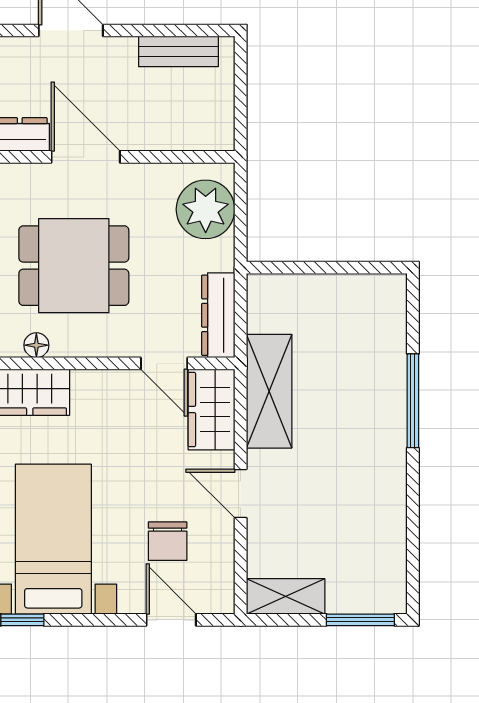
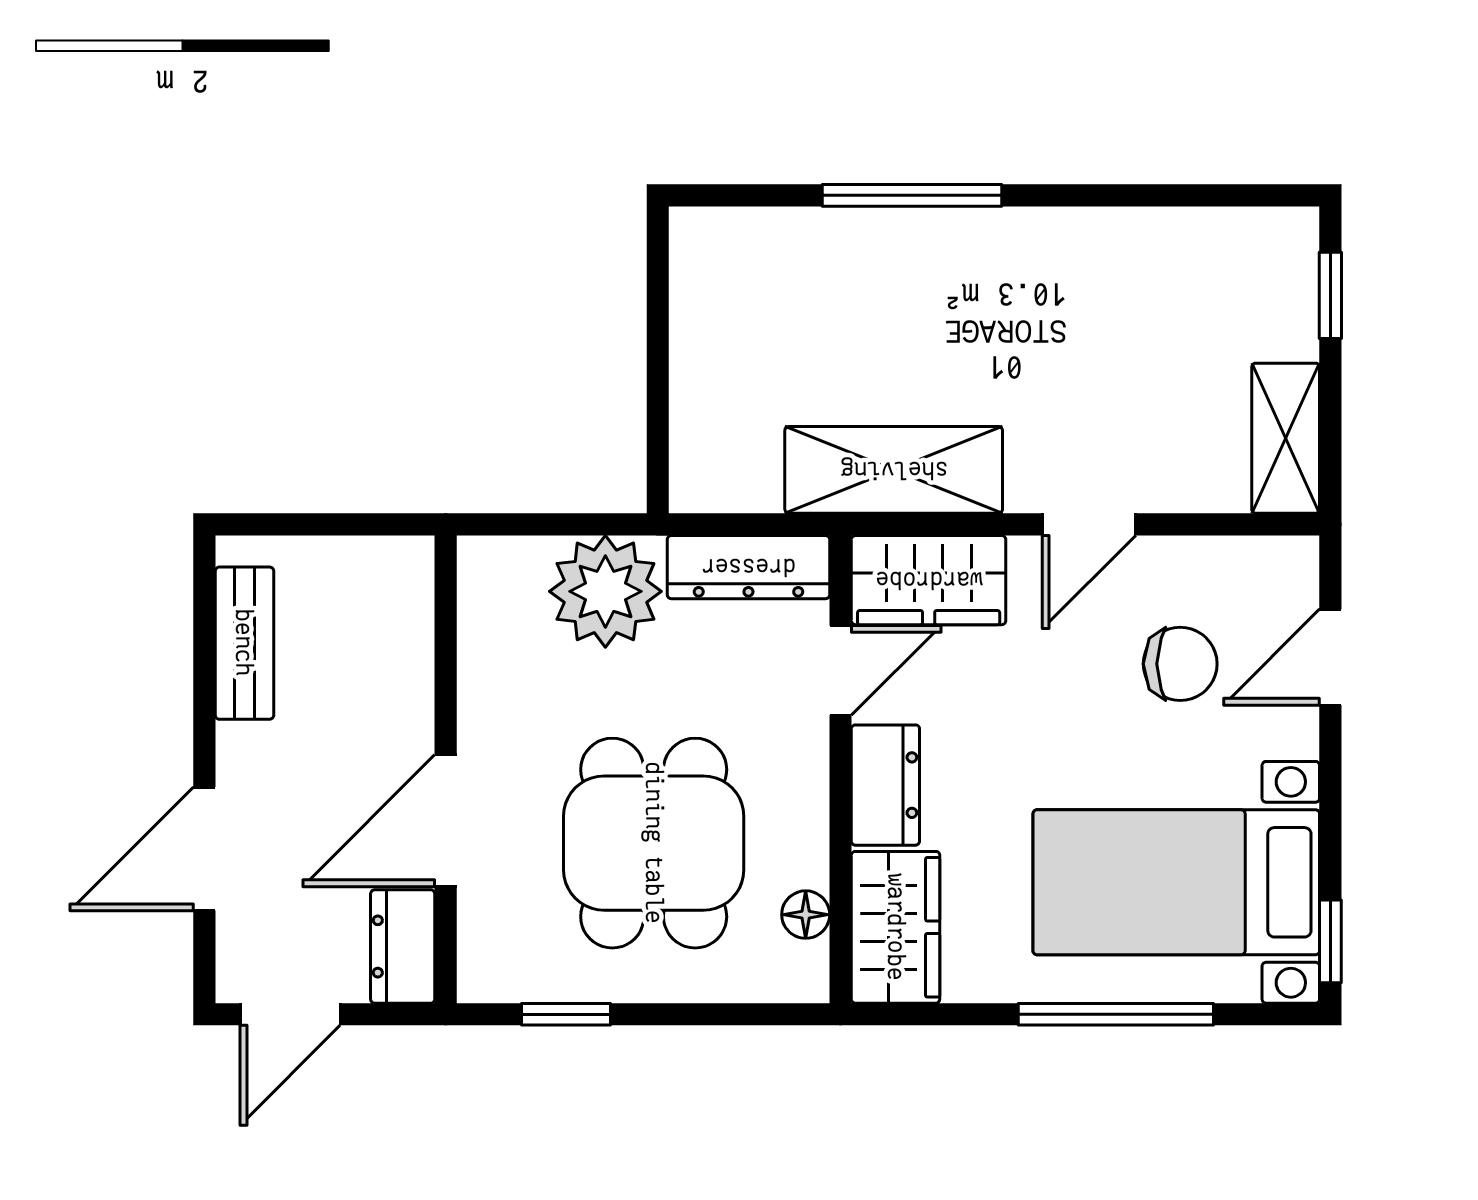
plant: (206, 209) -> (605, 591), moved
dresser: (104, 387) -> (885, 785), added
window: (360, 620) -> (1330, 295), width x0.67

